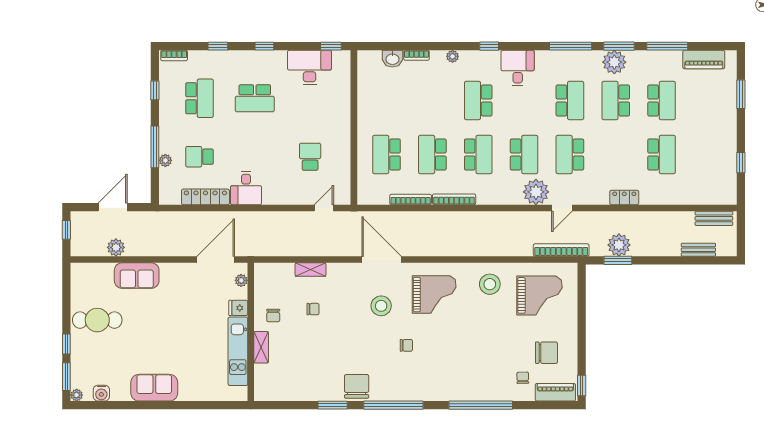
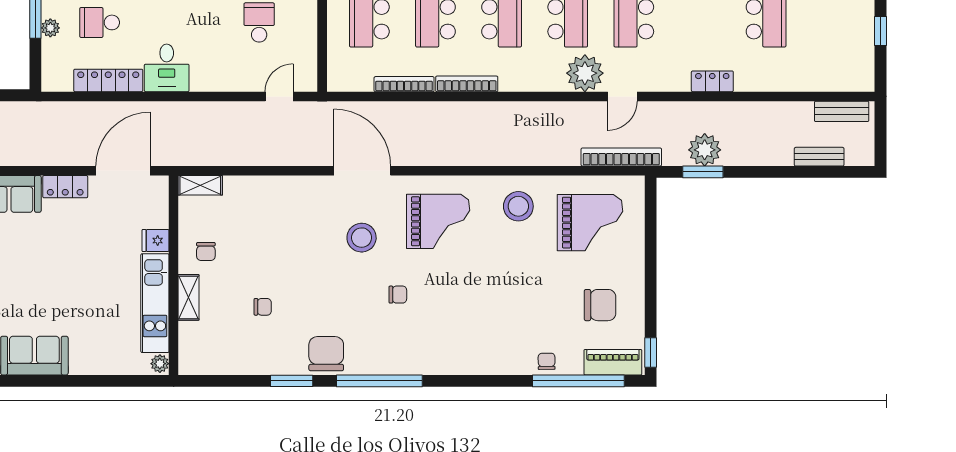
shelving: (311, 270) -> (200, 185), moved
locker: (176, 271) -> (65, 187), added
plant: (241, 280) -> (160, 364), moved
chair: (313, 309) -> (263, 307), moved
chair: (523, 378) -> (547, 361), moved
window: (481, 405) -> (578, 381), moved

